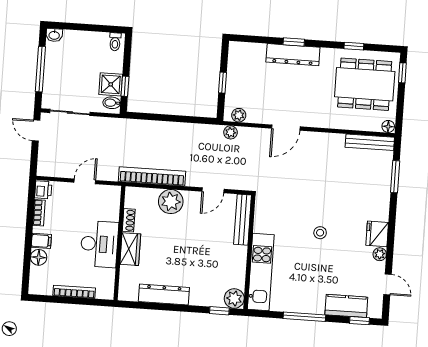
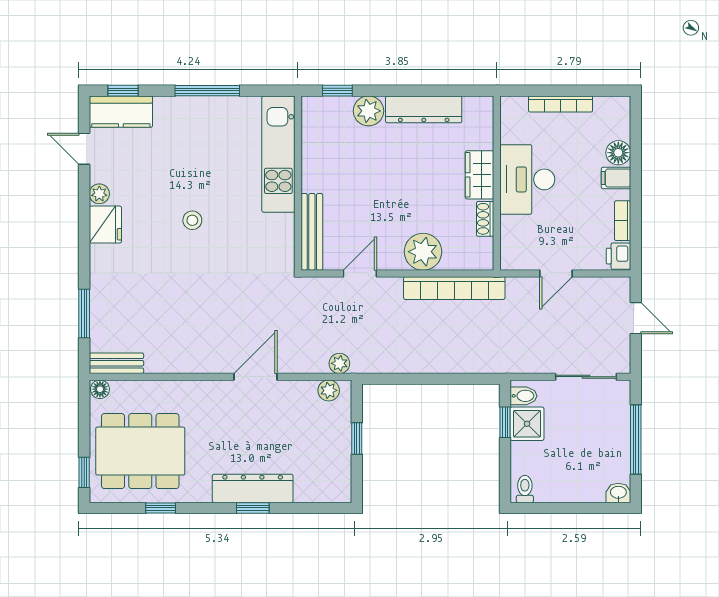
door: (36, 131) -> (636, 318), moved
bench: (370, 142) -> (116, 363), width x0.73
plant: (234, 298) -> (369, 111), moved
kitchen counter: (346, 306) -> (121, 112), moved

